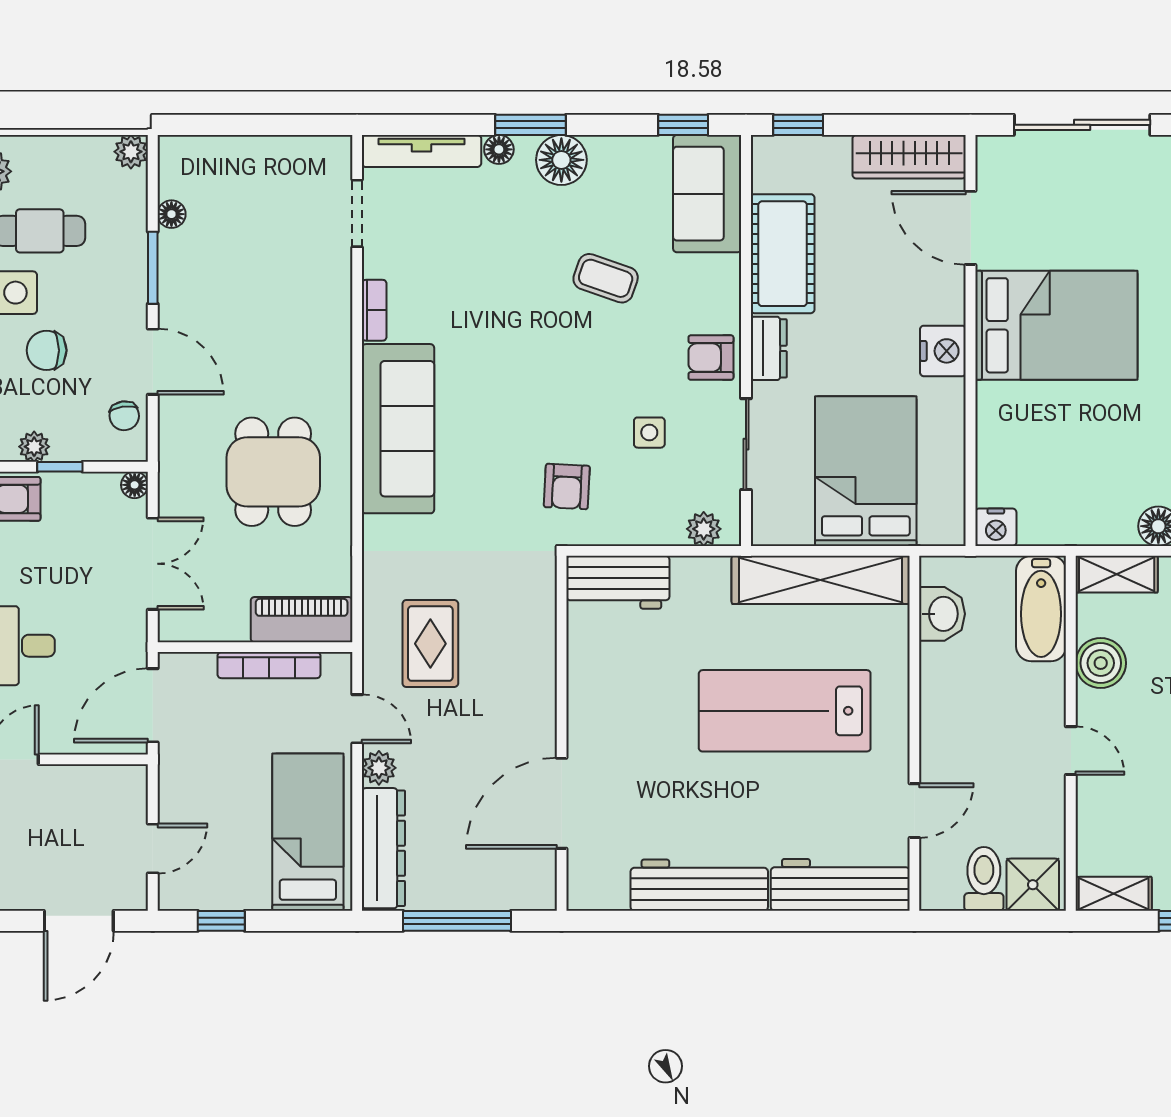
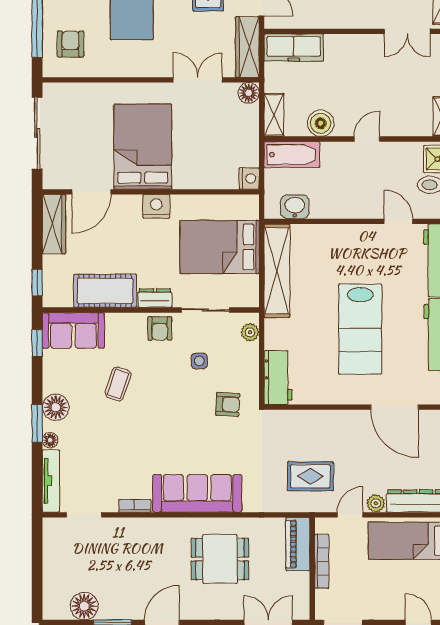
floor lamp: (171, 214) -> (84, 606), width x1.89, depth x1.89
lab bench: (785, 711) -> (360, 329), moved

